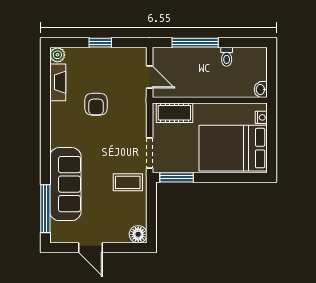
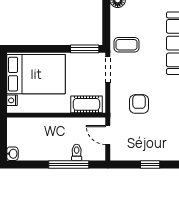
toilet: (227, 57) -> (77, 152), moved
washbasin: (261, 89) -> (12, 154), moved
armchair: (96, 104) -> (139, 104), moved

